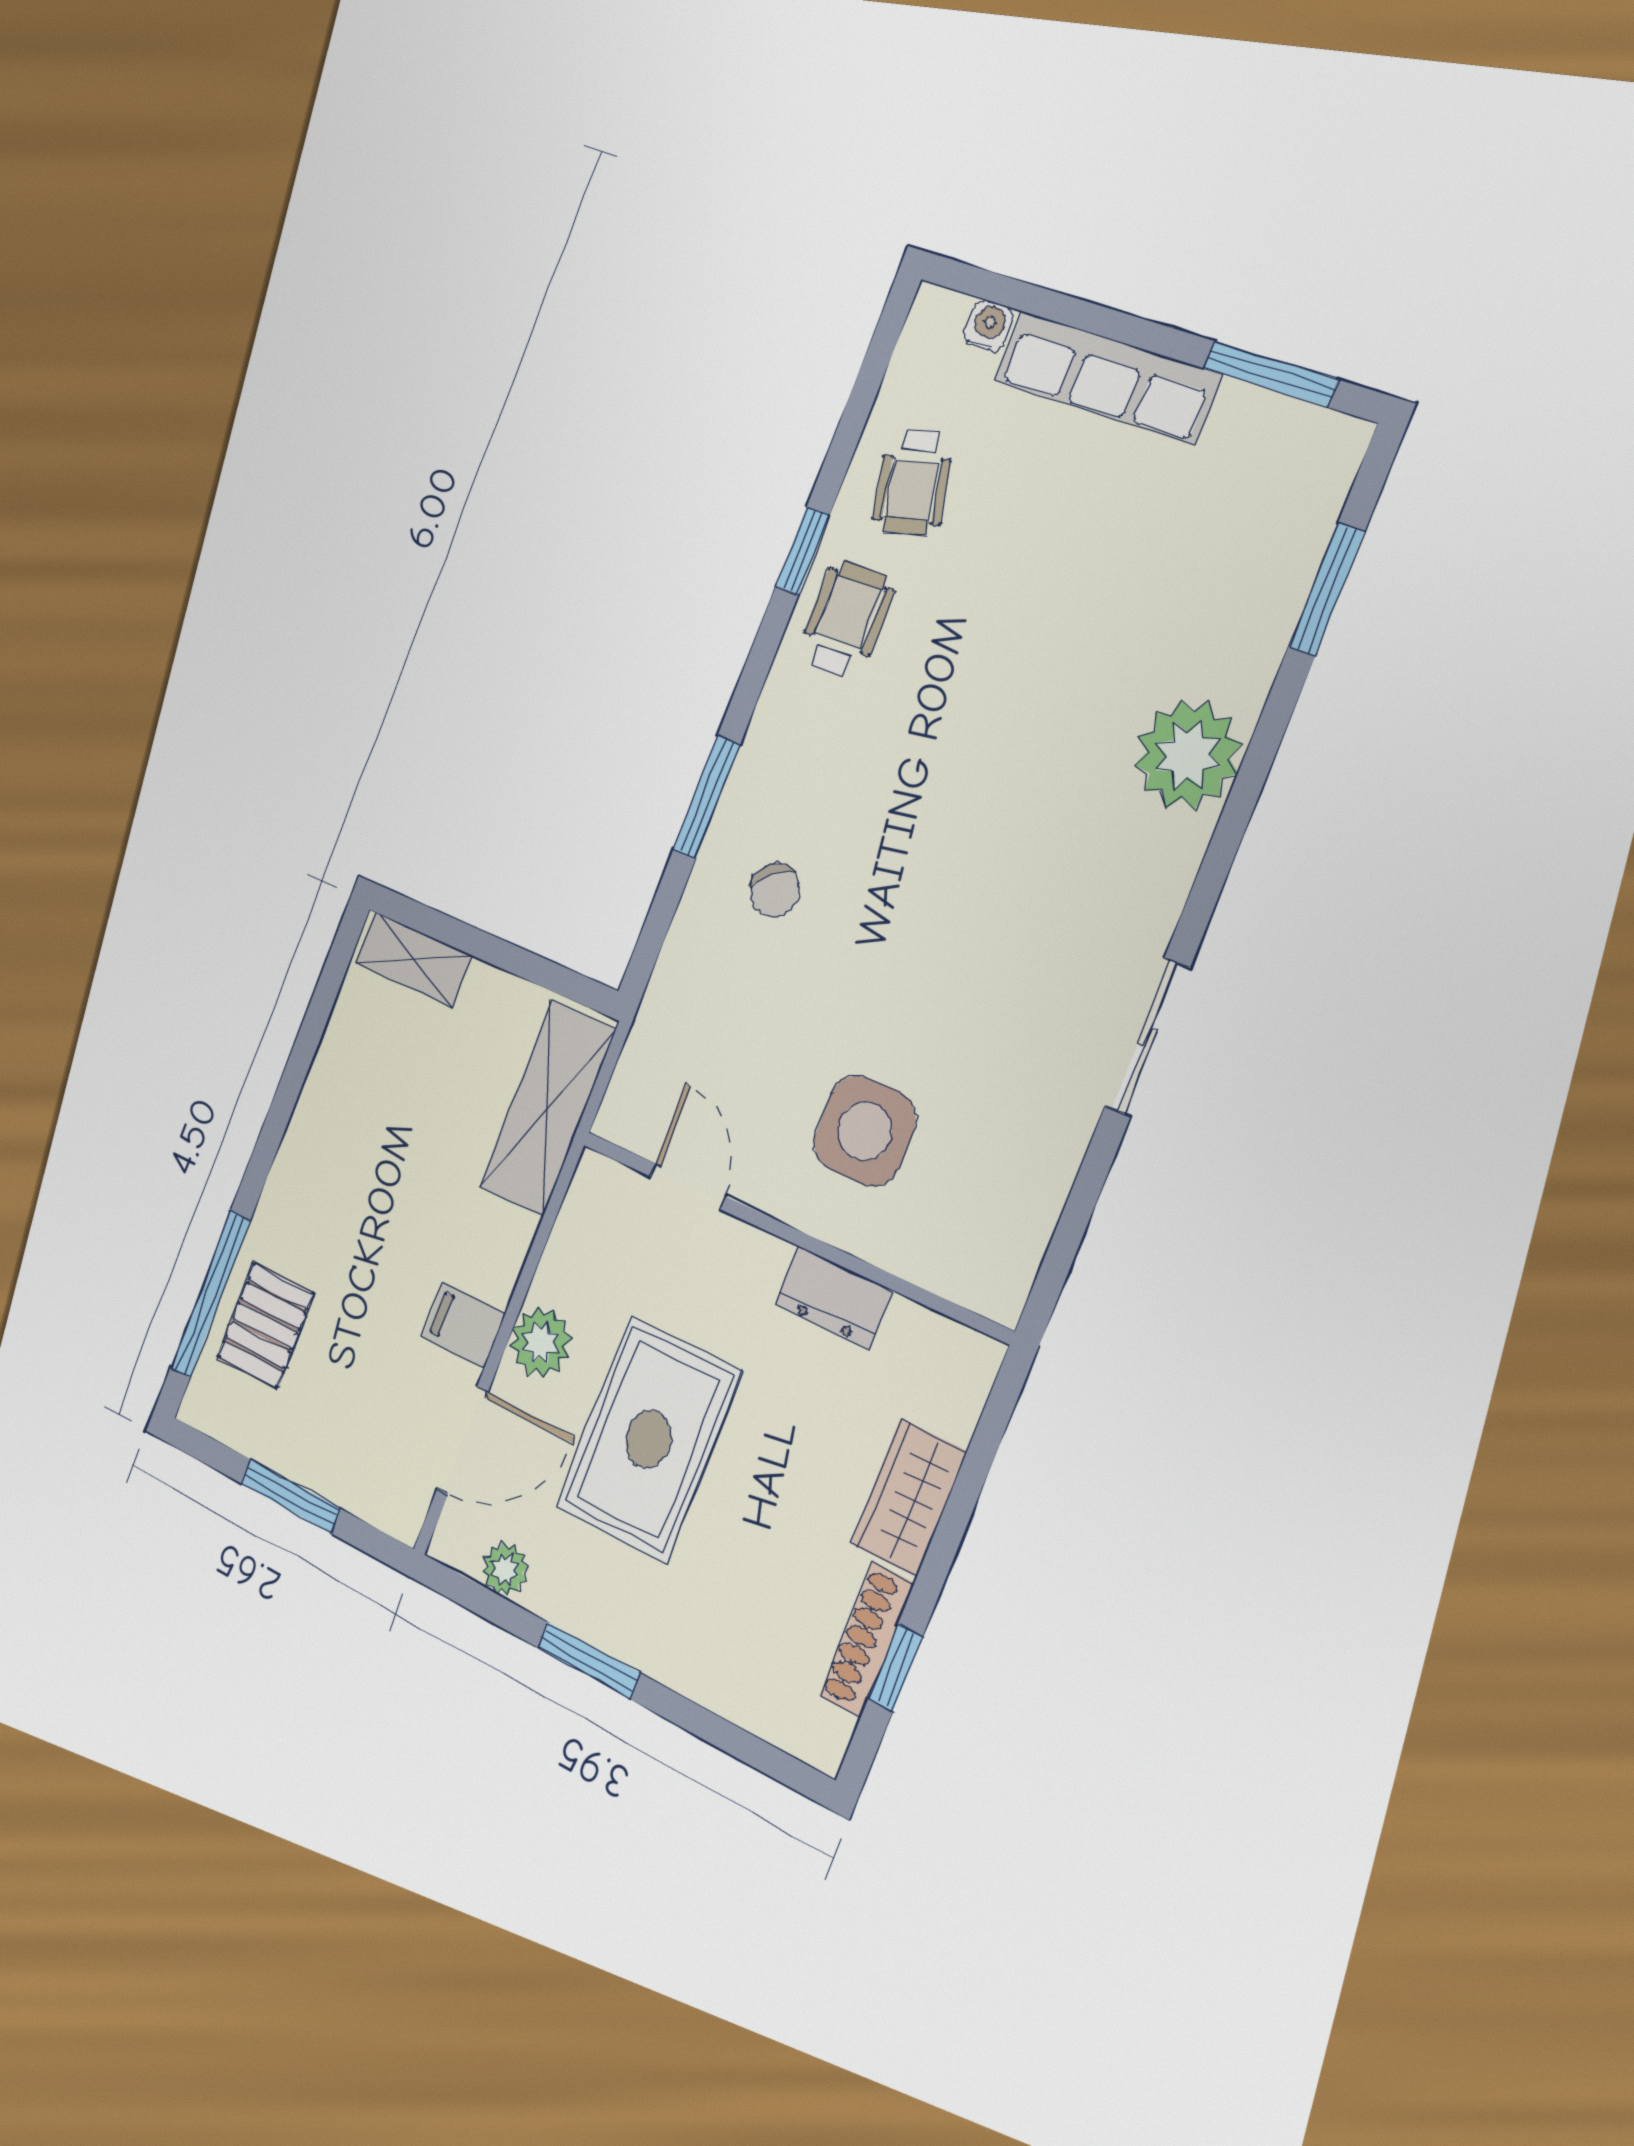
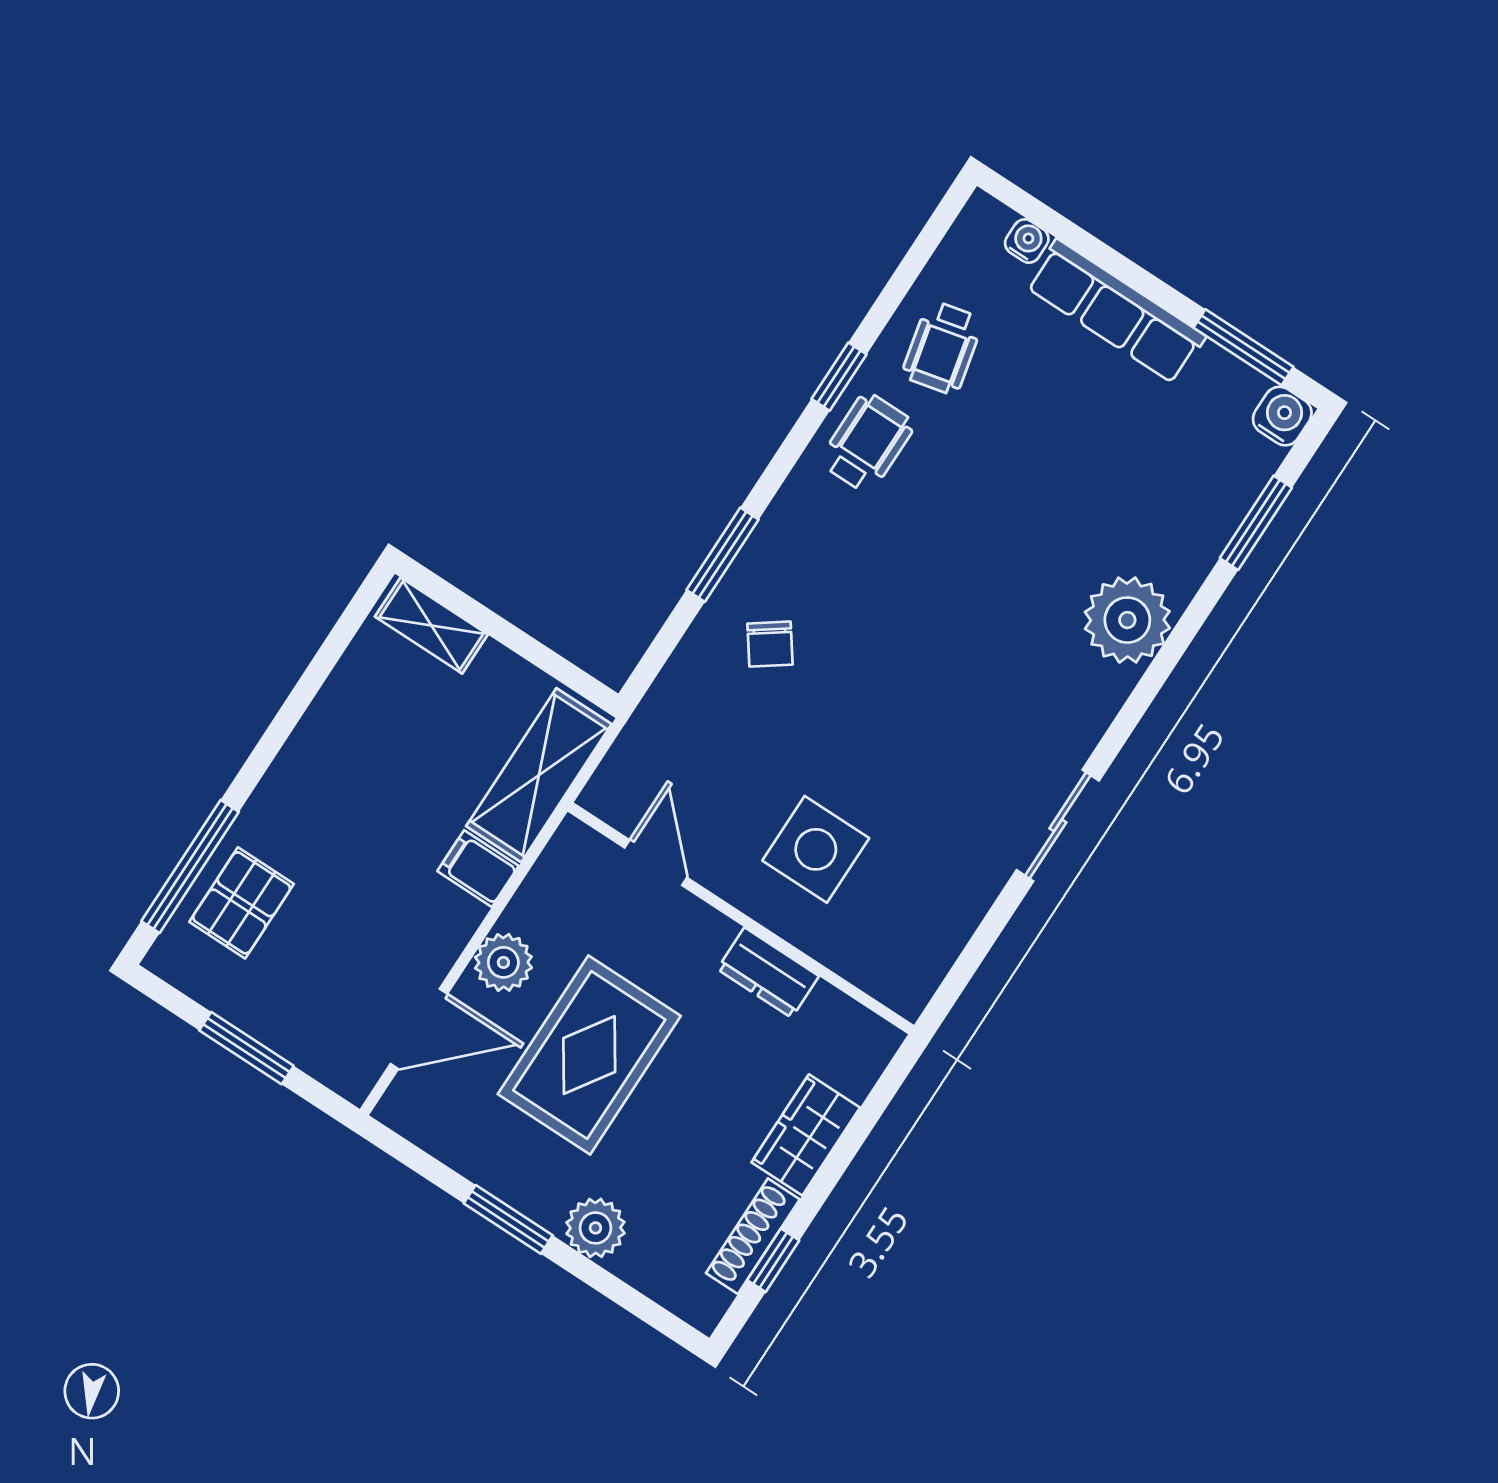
water cooler: (1335, 445) -> (1282, 416), added
filing cabinet: (464, 1325) -> (478, 869), moved
plant: (505, 1569) -> (595, 1228), moved, width x1.38, depth x1.38

